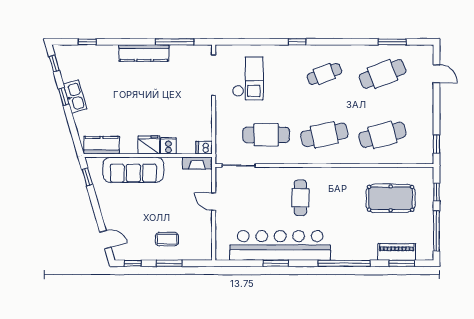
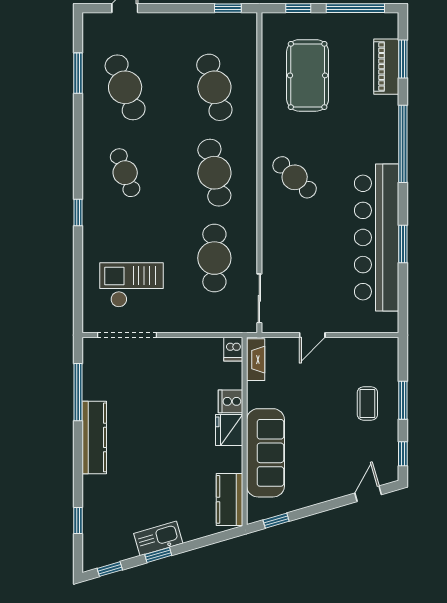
cafe table: (300, 198) -> (295, 177), moved, turned 43

